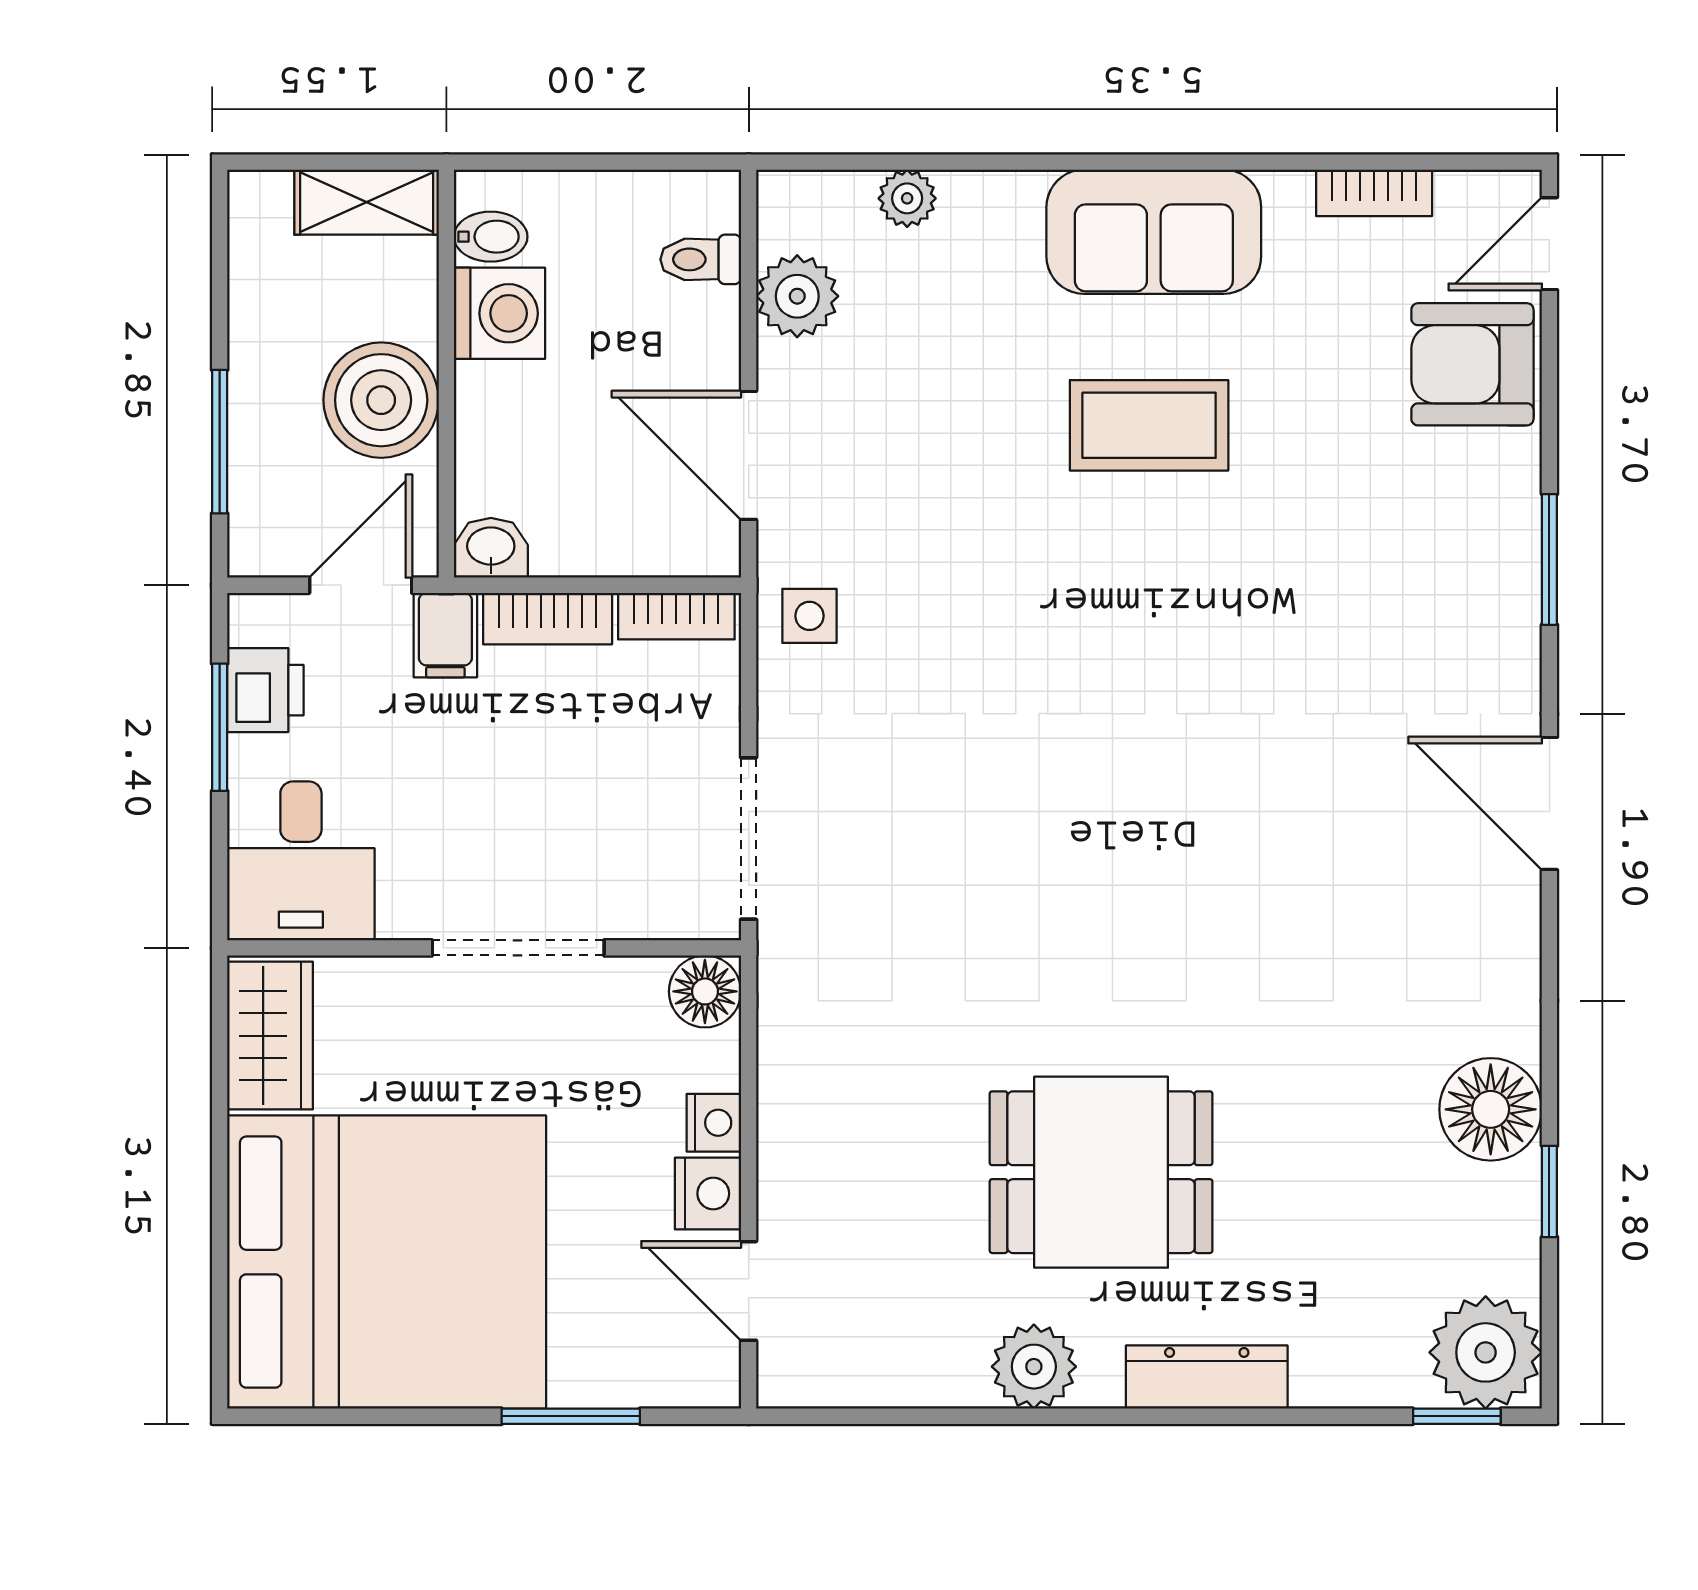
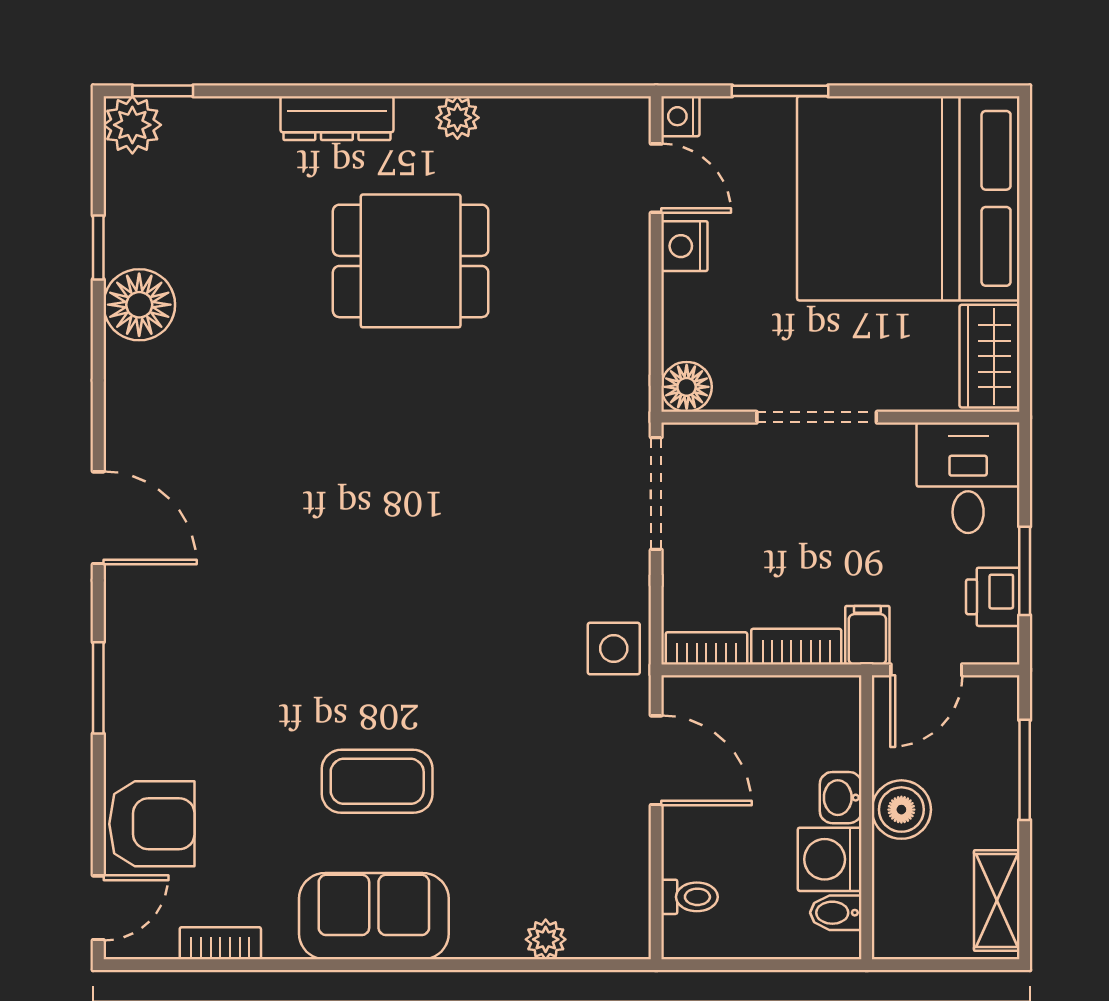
shelving: (367, 202) -> (997, 901), moved, turned 90
plant: (797, 296) -> (622, 871), removed
boiler: (381, 400) -> (901, 810), width x0.73, depth x0.73
washbasin: (491, 548) -> (841, 798), moved, turned 90
side table: (809, 616) -> (614, 649), width x1.37, depth x1.37
nightstand: (714, 1123) -> (680, 116), moved
plant: (1486, 1352) -> (132, 125), width x0.73, depth x0.73
plant: (1034, 1367) -> (457, 118), width x0.73, depth x0.73

